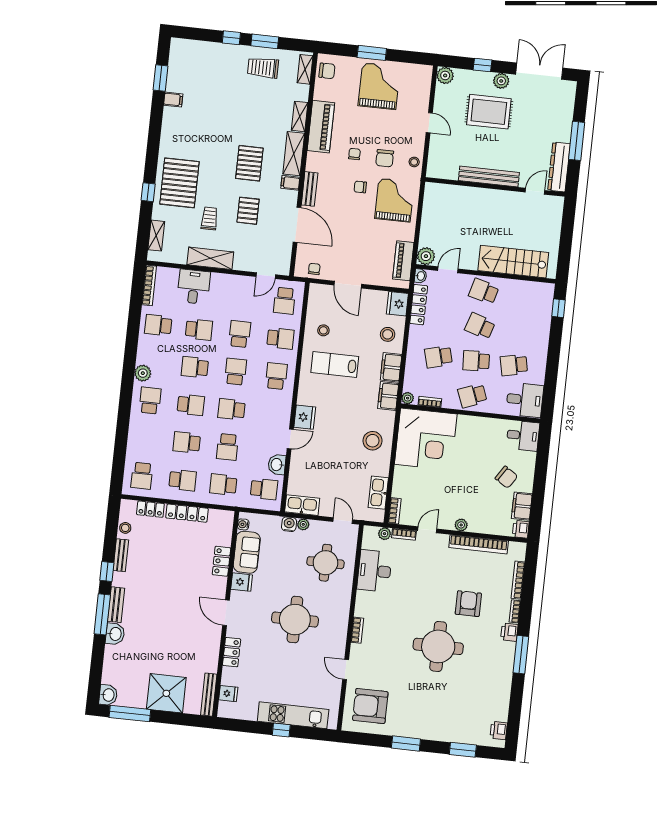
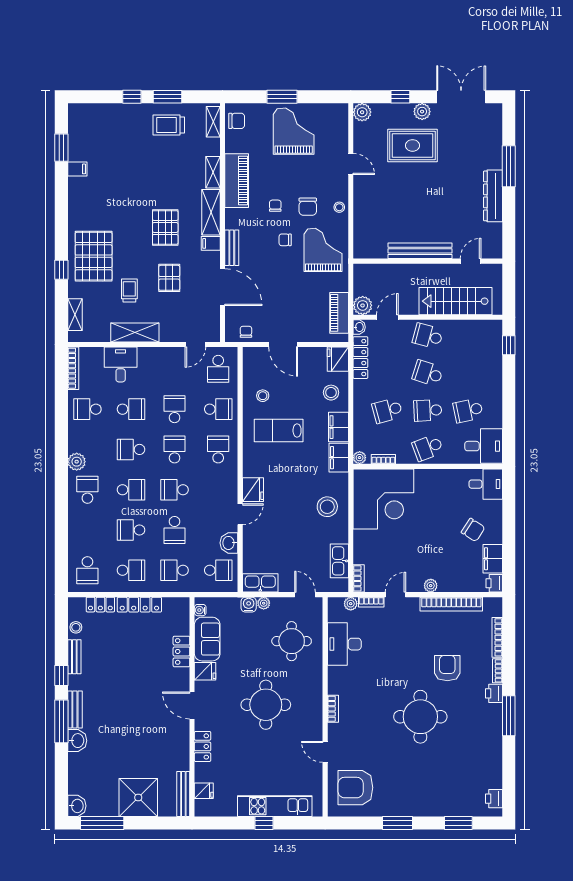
bench: (489, 176) -> (420, 251), moved
wall: (495, 187) -> (428, 261), moved
door: (535, 191) -> (471, 261), moved

